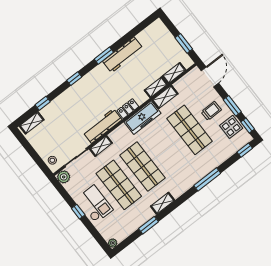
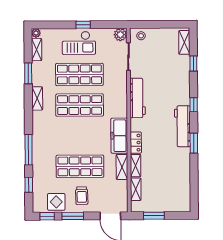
workbench: (123, 55) -> (182, 126), moved
locker: (128, 109) -> (136, 143), moved
shelving: (101, 146) -> (37, 50), moved
window: (245, 150) -> (29, 185), moved

